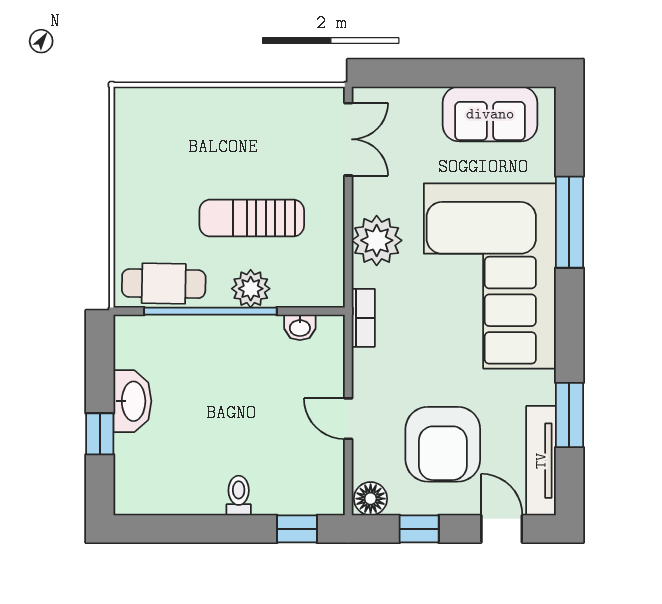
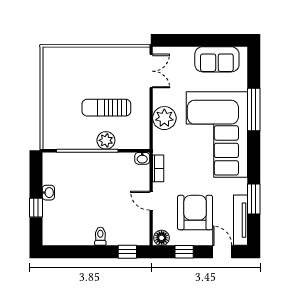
cafe table: (164, 284) -> (66, 138), removed
bookcase: (363, 318) -> (158, 168), moved
washbasin: (300, 327) -> (142, 158), moved
washbasin: (132, 401) -> (48, 193), width x0.52, depth x0.69
armchair: (443, 444) -> (195, 213), turned 180

